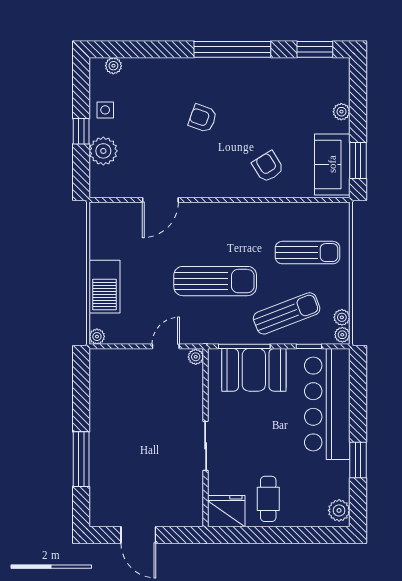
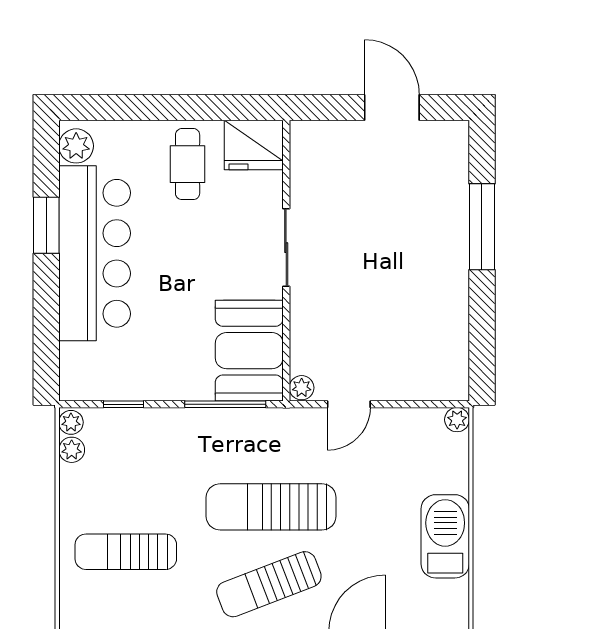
barbecue: (104, 287) -> (445, 536), moved
sun lounger: (287, 313) -> (269, 584), moved
booth: (254, 370) -> (249, 351), moved, turned 90
bar counter: (327, 404) -> (95, 253), moved

